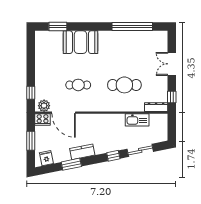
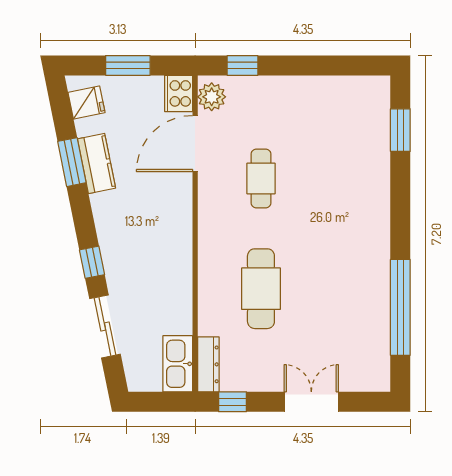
booth: (80, 42) -> (363, 184), removed
kitchen sink: (137, 120) -> (178, 364), moved
kitchen counter: (82, 152) -> (97, 163), moved

